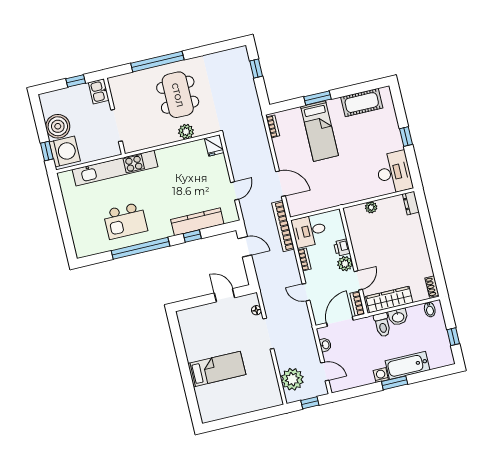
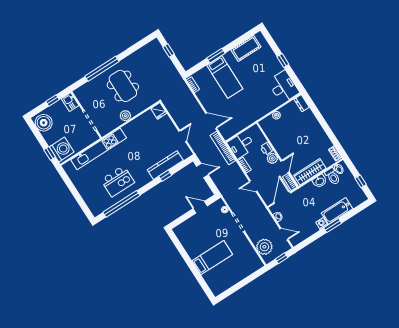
boiler: (58, 126) -> (44, 123), moved
plant: (186, 132) -> (125, 116), moved
window: (140, 248) -> (121, 204), moved
toilet: (382, 325) -> (332, 176), moved

